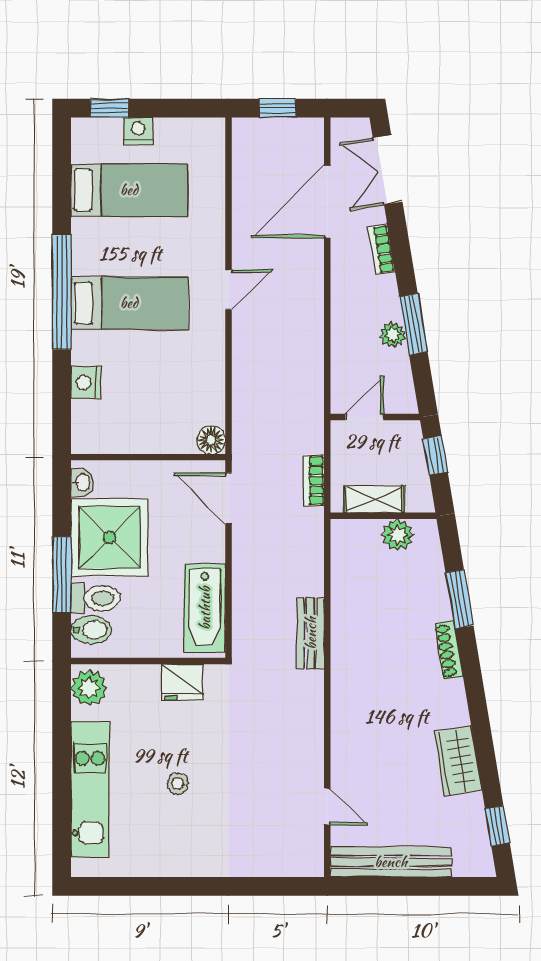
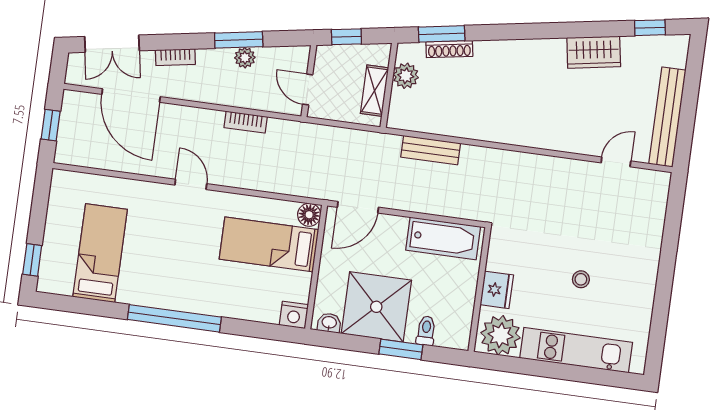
nightstand: (138, 131) -> (53, 239), removed
bed: (129, 303) -> (269, 244), moved, turned -90
nightstand: (86, 382) -> (294, 315), moved
bookcase: (314, 480) -> (246, 122), moved
window: (62, 575) -> (401, 349), width x0.69
toilet: (96, 598) -> (426, 331), width x0.73, depth x0.72
window: (459, 599) -> (442, 34), moved
bidet: (91, 630) -> (448, 332), removed
bench: (311, 633) -> (431, 150), moved
shoe rack: (449, 650) -> (449, 49), moved
fridge: (182, 682) -> (497, 290), moved
plant: (89, 688) -> (500, 335), width x1.36, depth x1.36

